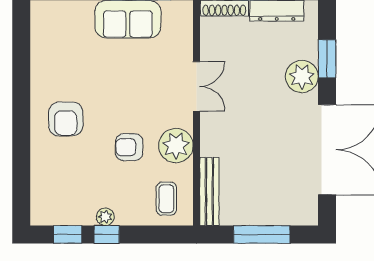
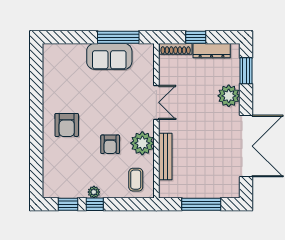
window: (327, 59) -> (246, 71), moved
armchair: (129, 147) -> (110, 144), turned -90
bench: (209, 191) -> (165, 157), moved

